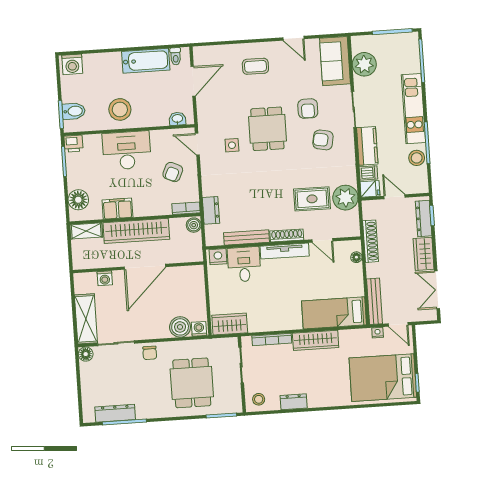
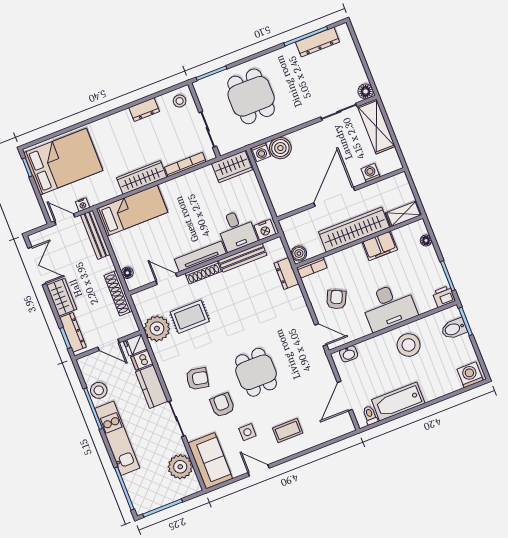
side table: (232, 145) -> (247, 432), moved
floor lamp: (78, 200) -> (426, 240), width x0.53, depth x0.53
chair: (150, 353) -> (302, 113), removed

